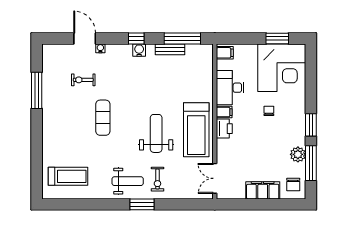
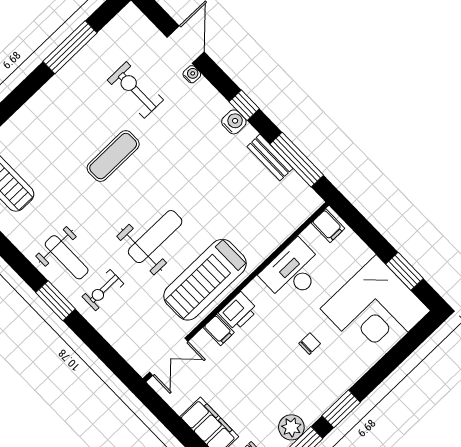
exercise bike: (83, 80) -> (135, 90), width x1.38, depth x1.39
filing cabinet: (224, 112) -> (219, 330), moved
double door: (215, 178) -> (169, 357), swing flipped

